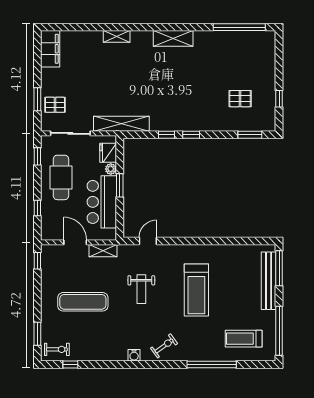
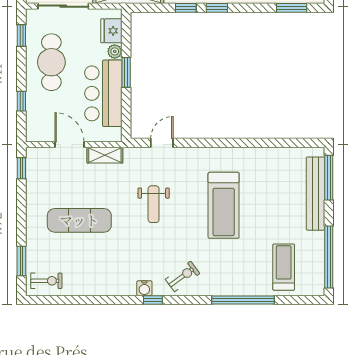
treadmill: (244, 339) -> (284, 267), turned 90
window: (70, 364) -> (153, 300), moved

